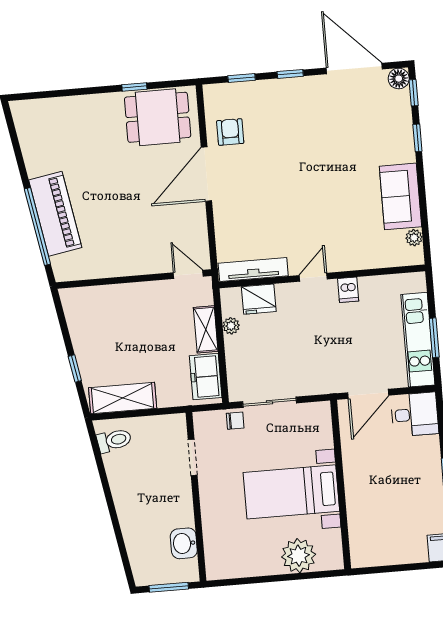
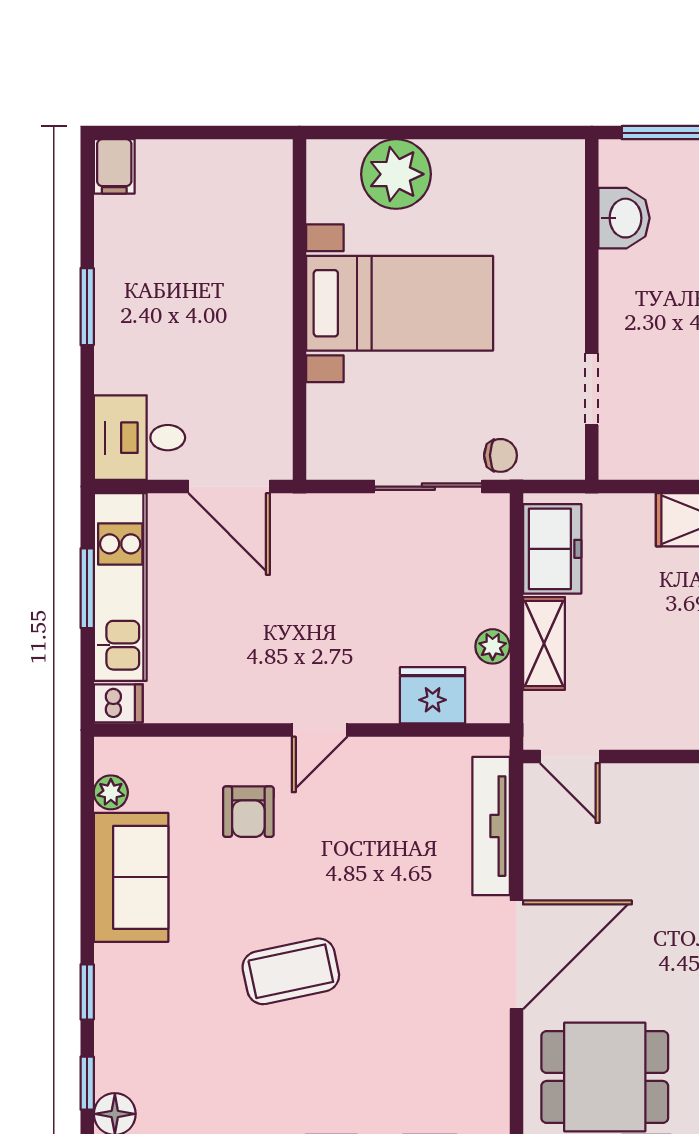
armchair: (230, 132) -> (248, 812), moved
coffee table: (317, 157) -> (291, 971), added
tv unit: (253, 270) -> (491, 826), moved, turned 90
dishwasher: (348, 290) -> (118, 703), moved, turned 90
door: (368, 394) -> (229, 487), swing flipped
chair: (235, 421) -> (500, 455), turned 180

